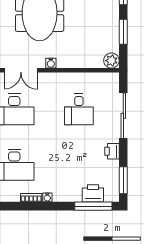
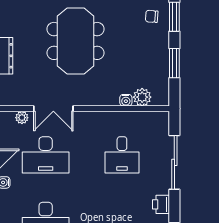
plant: (111, 61) -> (142, 97), moved
water cooler: (51, 63) -> (126, 100), moved

